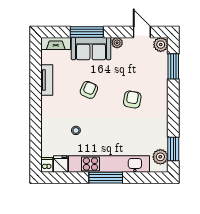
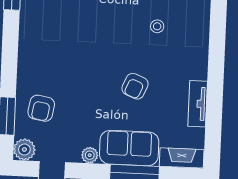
armchair: (132, 99) -> (41, 108), moved

